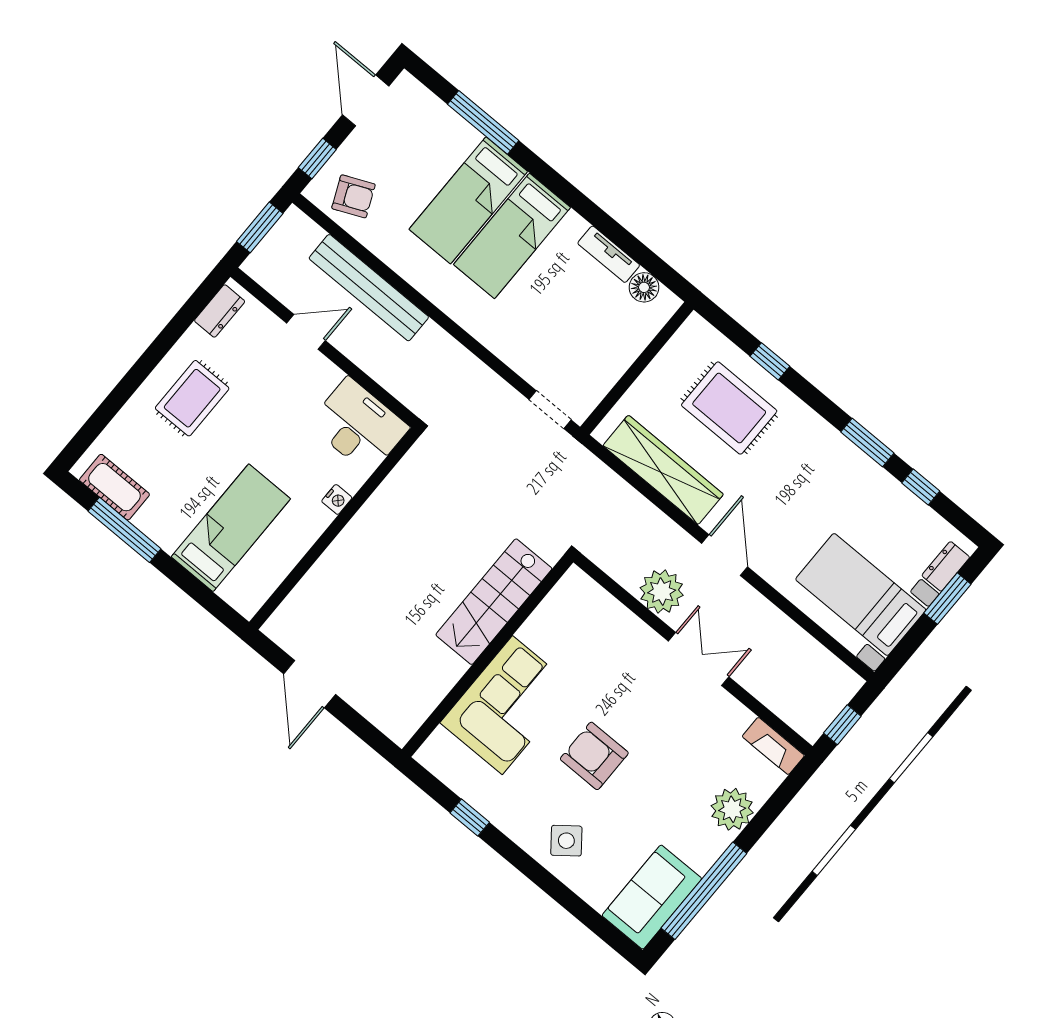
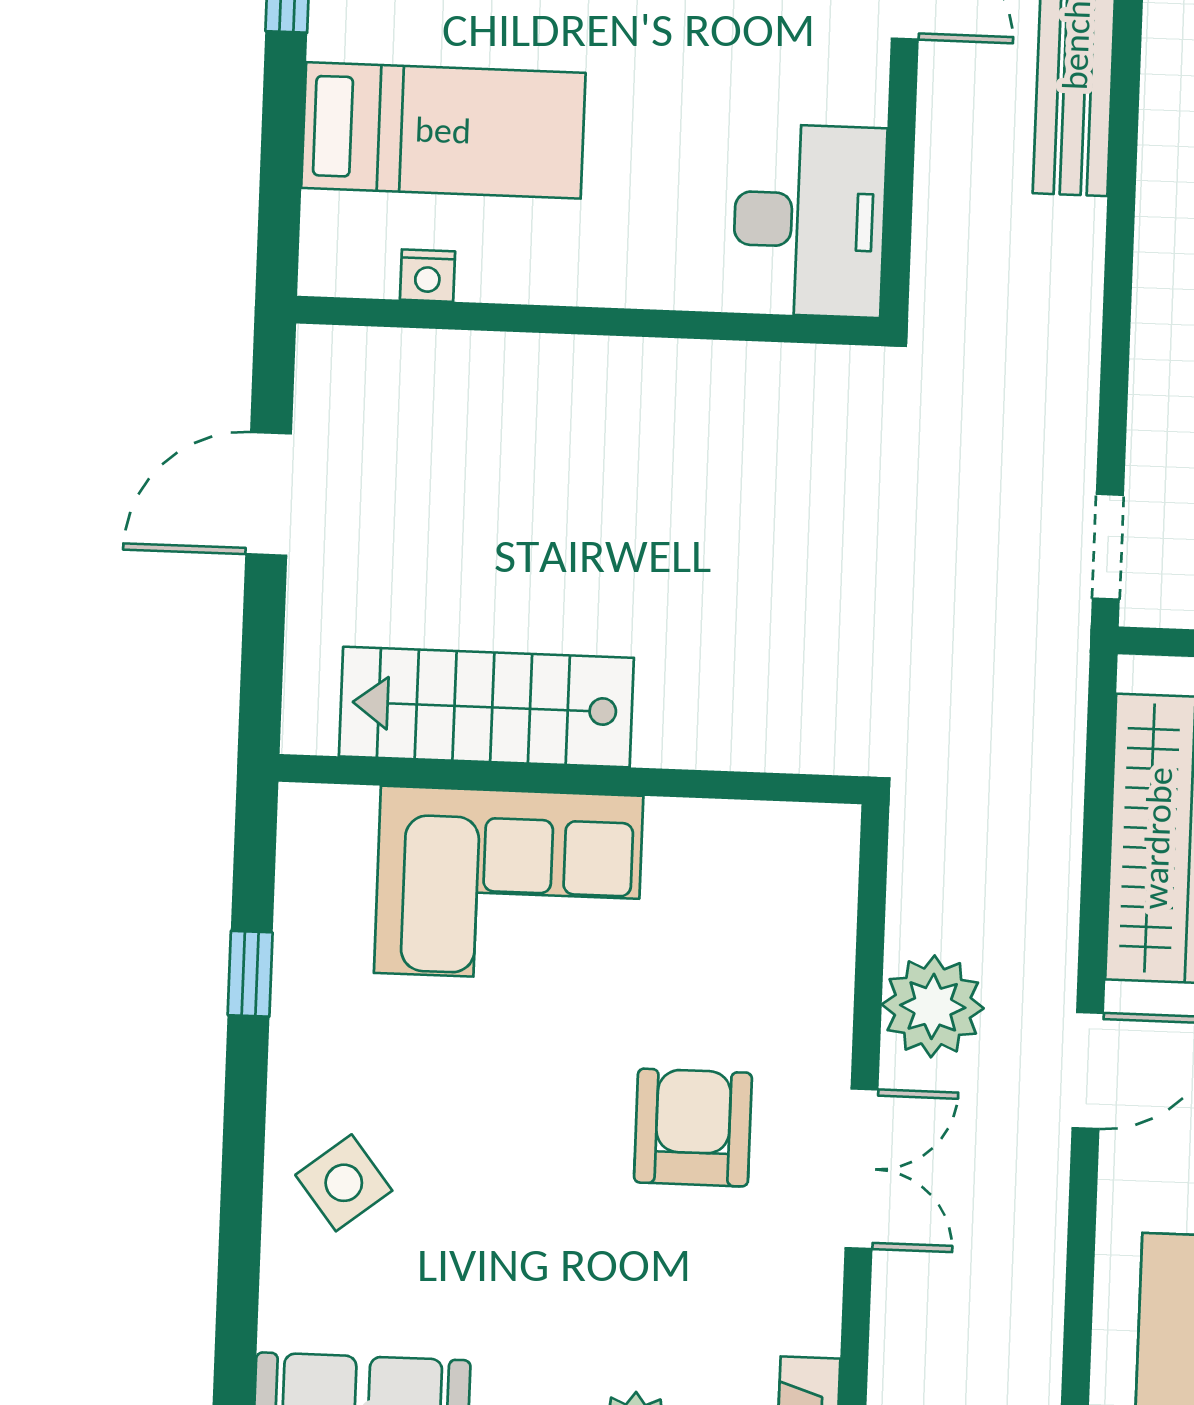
nightstand: (337, 499) -> (428, 276), moved
stairs: (494, 602) -> (486, 707), moved
armchair: (594, 756) -> (693, 1128), moved

